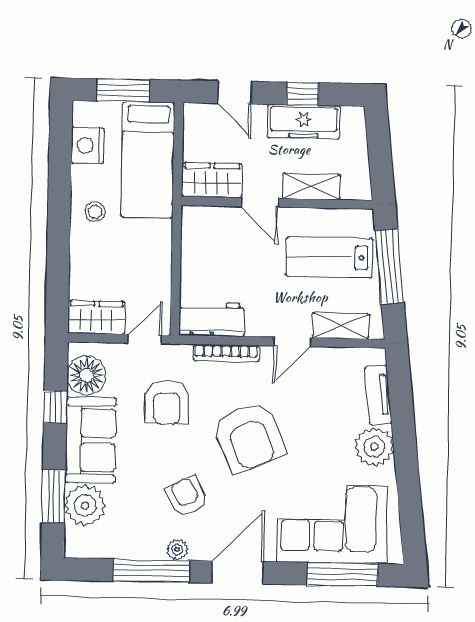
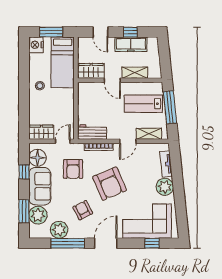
nightstand: (88, 145) -> (36, 45), moved
plant: (177, 550) -> (59, 230), moved, width x1.88, depth x1.88
window: (343, 574) -> (152, 243), width x0.46

